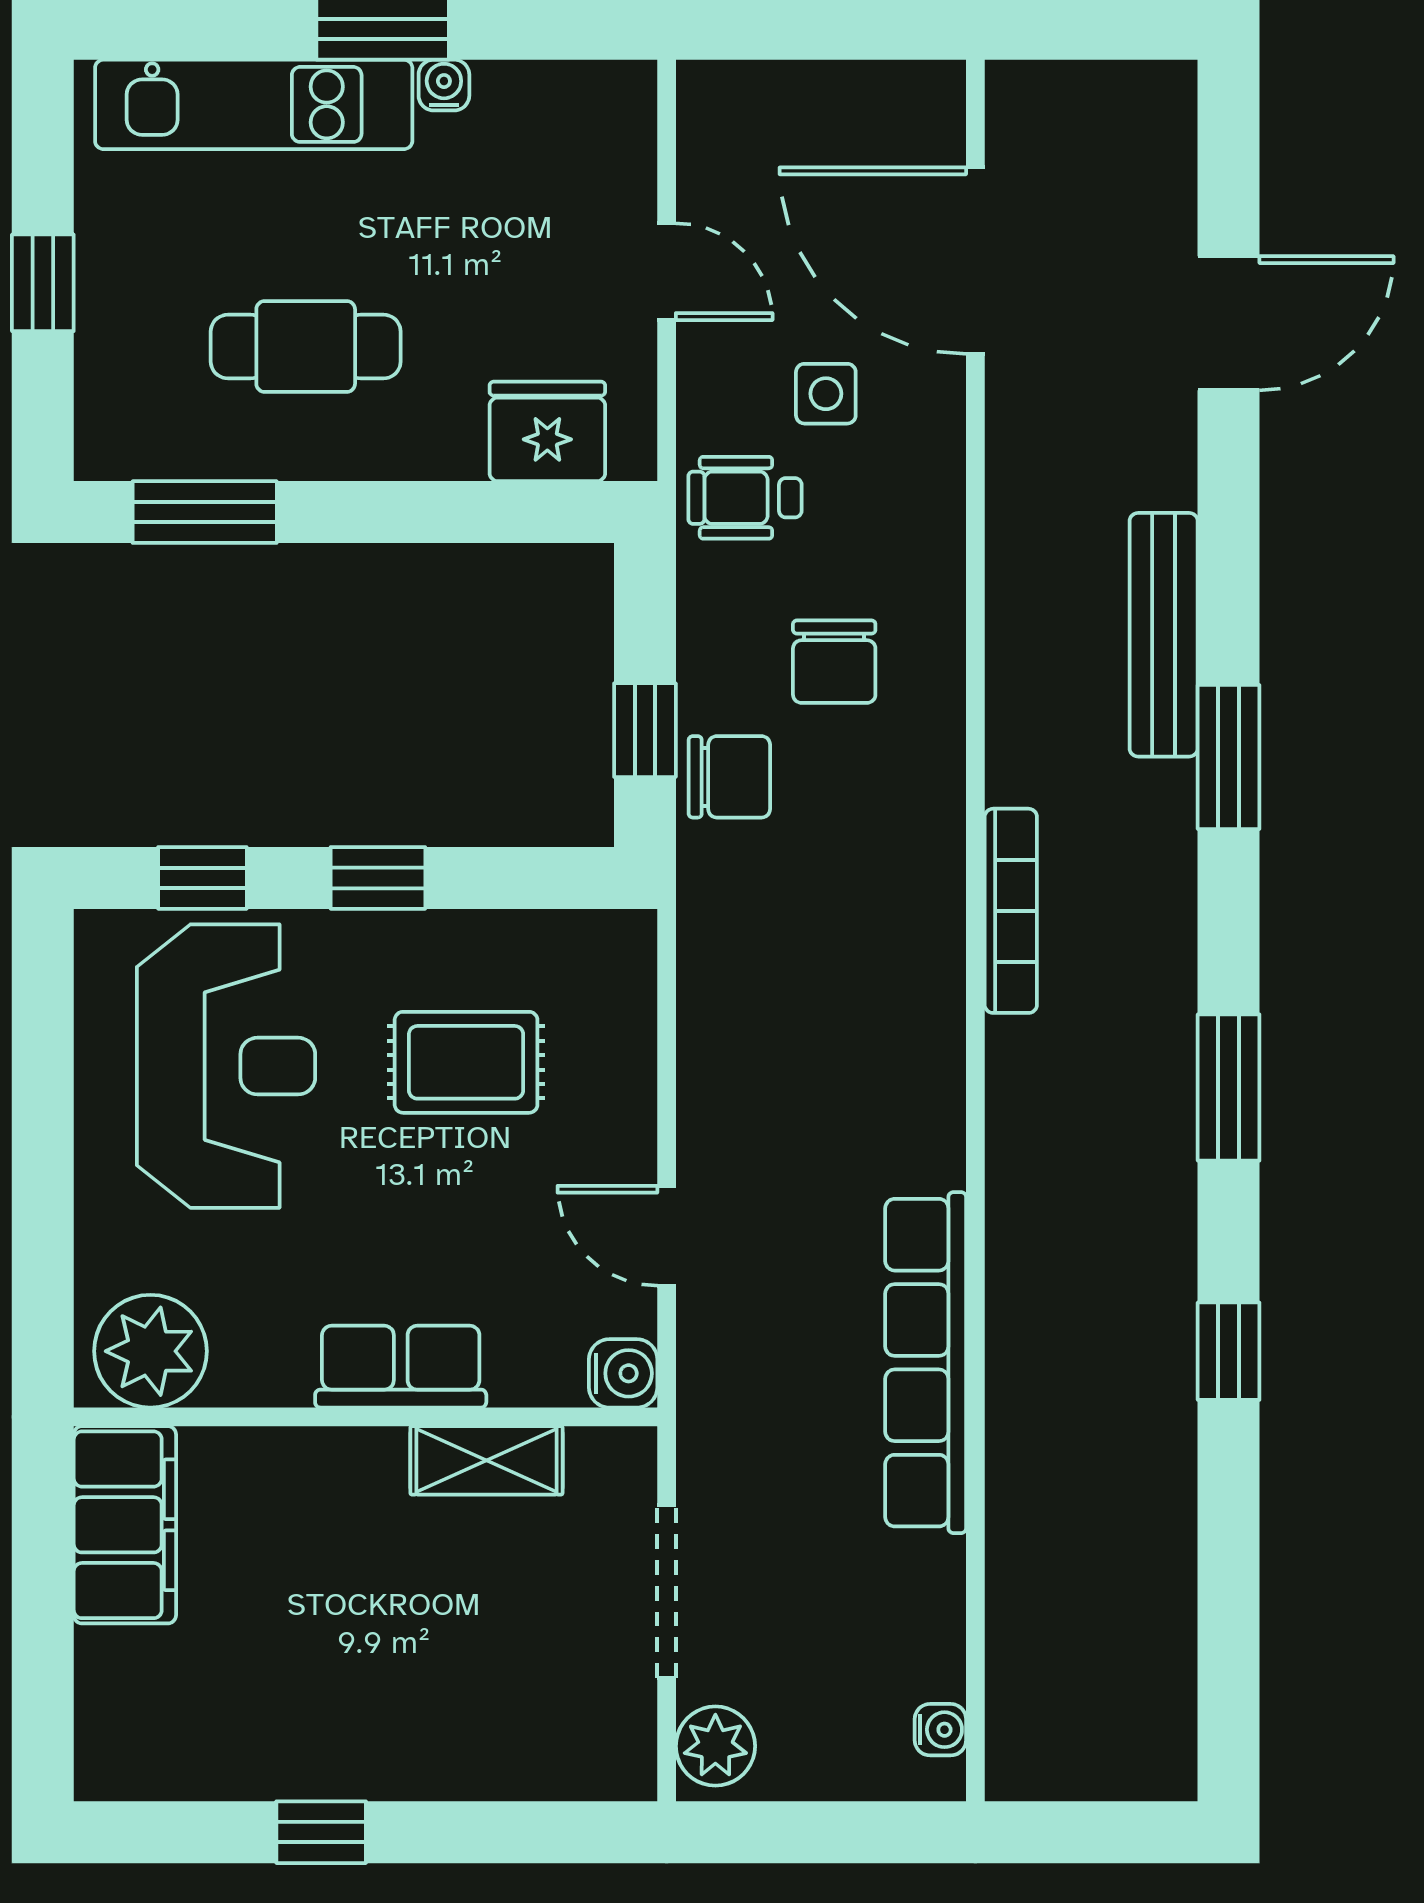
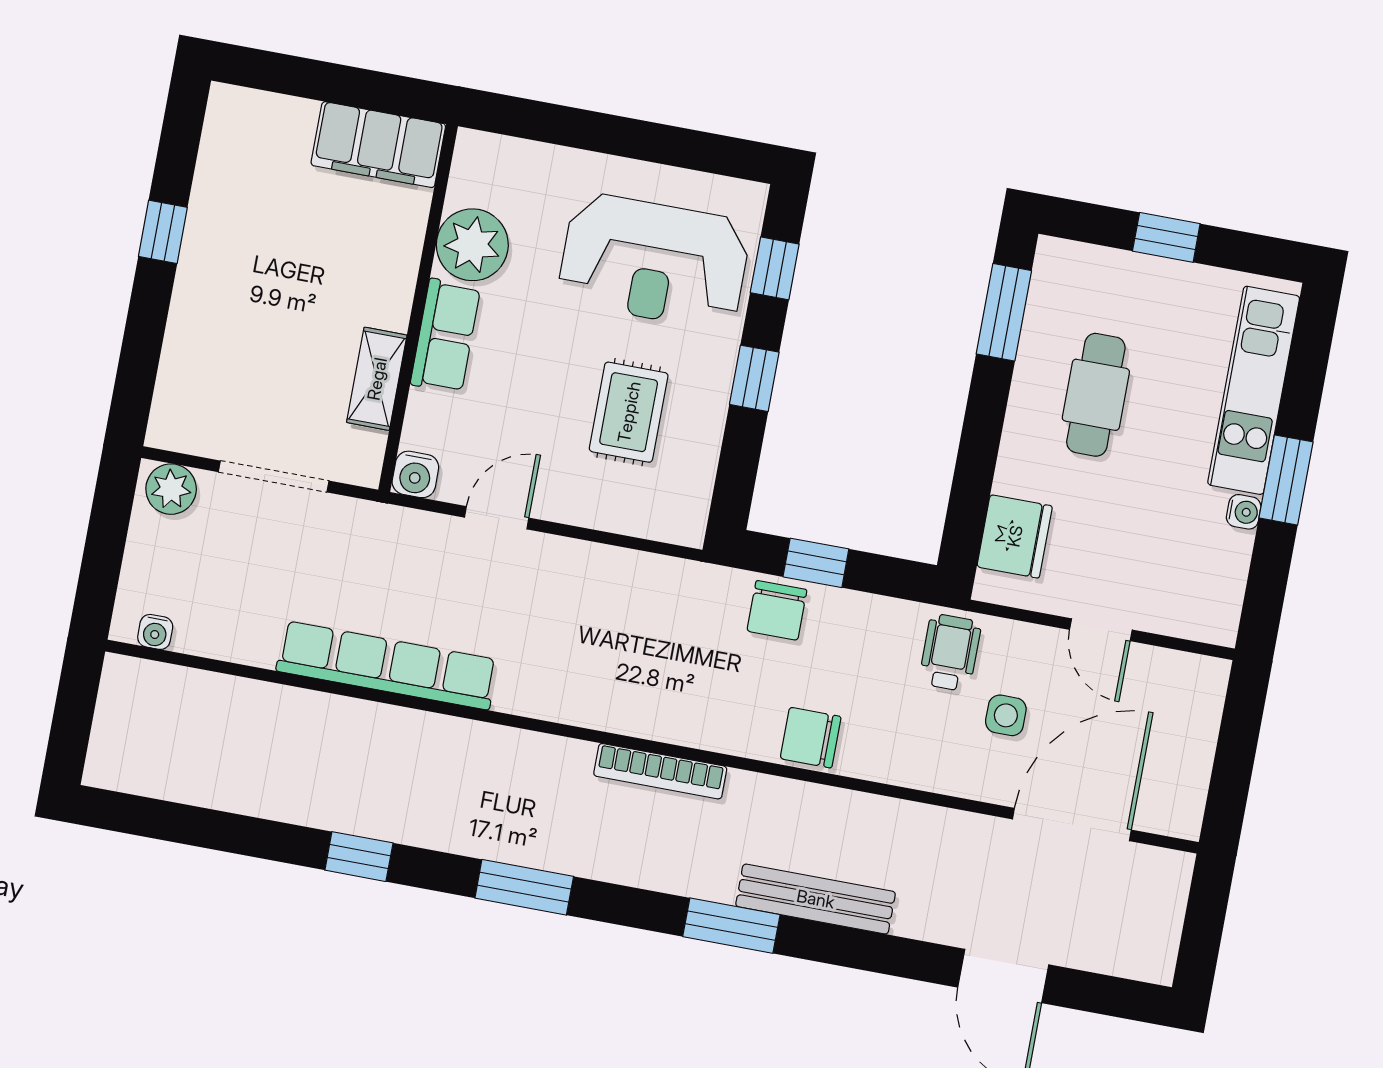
door: (667, 272) -> (1101, 630), hinge flipped
chair: (834, 662) -> (811, 738), moved
plant: (150, 1351) -> (472, 245), moved

